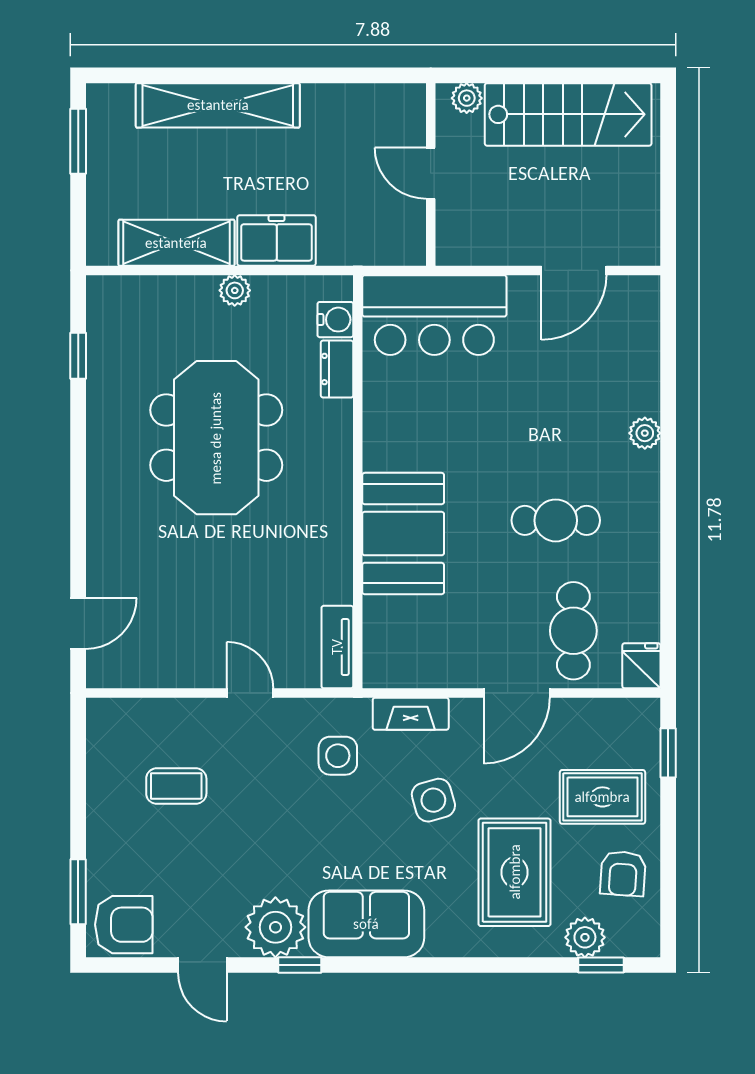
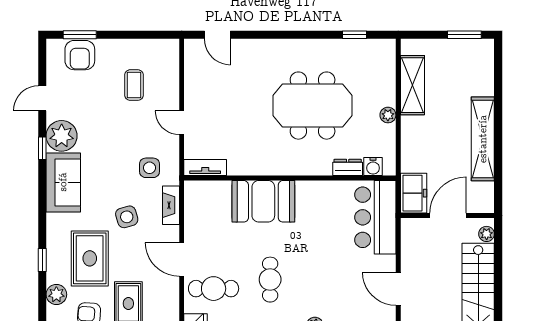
shelving: (218, 105) -> (483, 139), moved
door: (431, 173) -> (448, 215), width x1.38
freezer: (277, 240) -> (414, 193), moved
door: (250, 693) -> (182, 123), swing flipped
rug: (515, 872) -> (90, 258), turned 90
armchair: (124, 925) -> (80, 55), moved
window: (601, 965) -> (42, 260), moved

